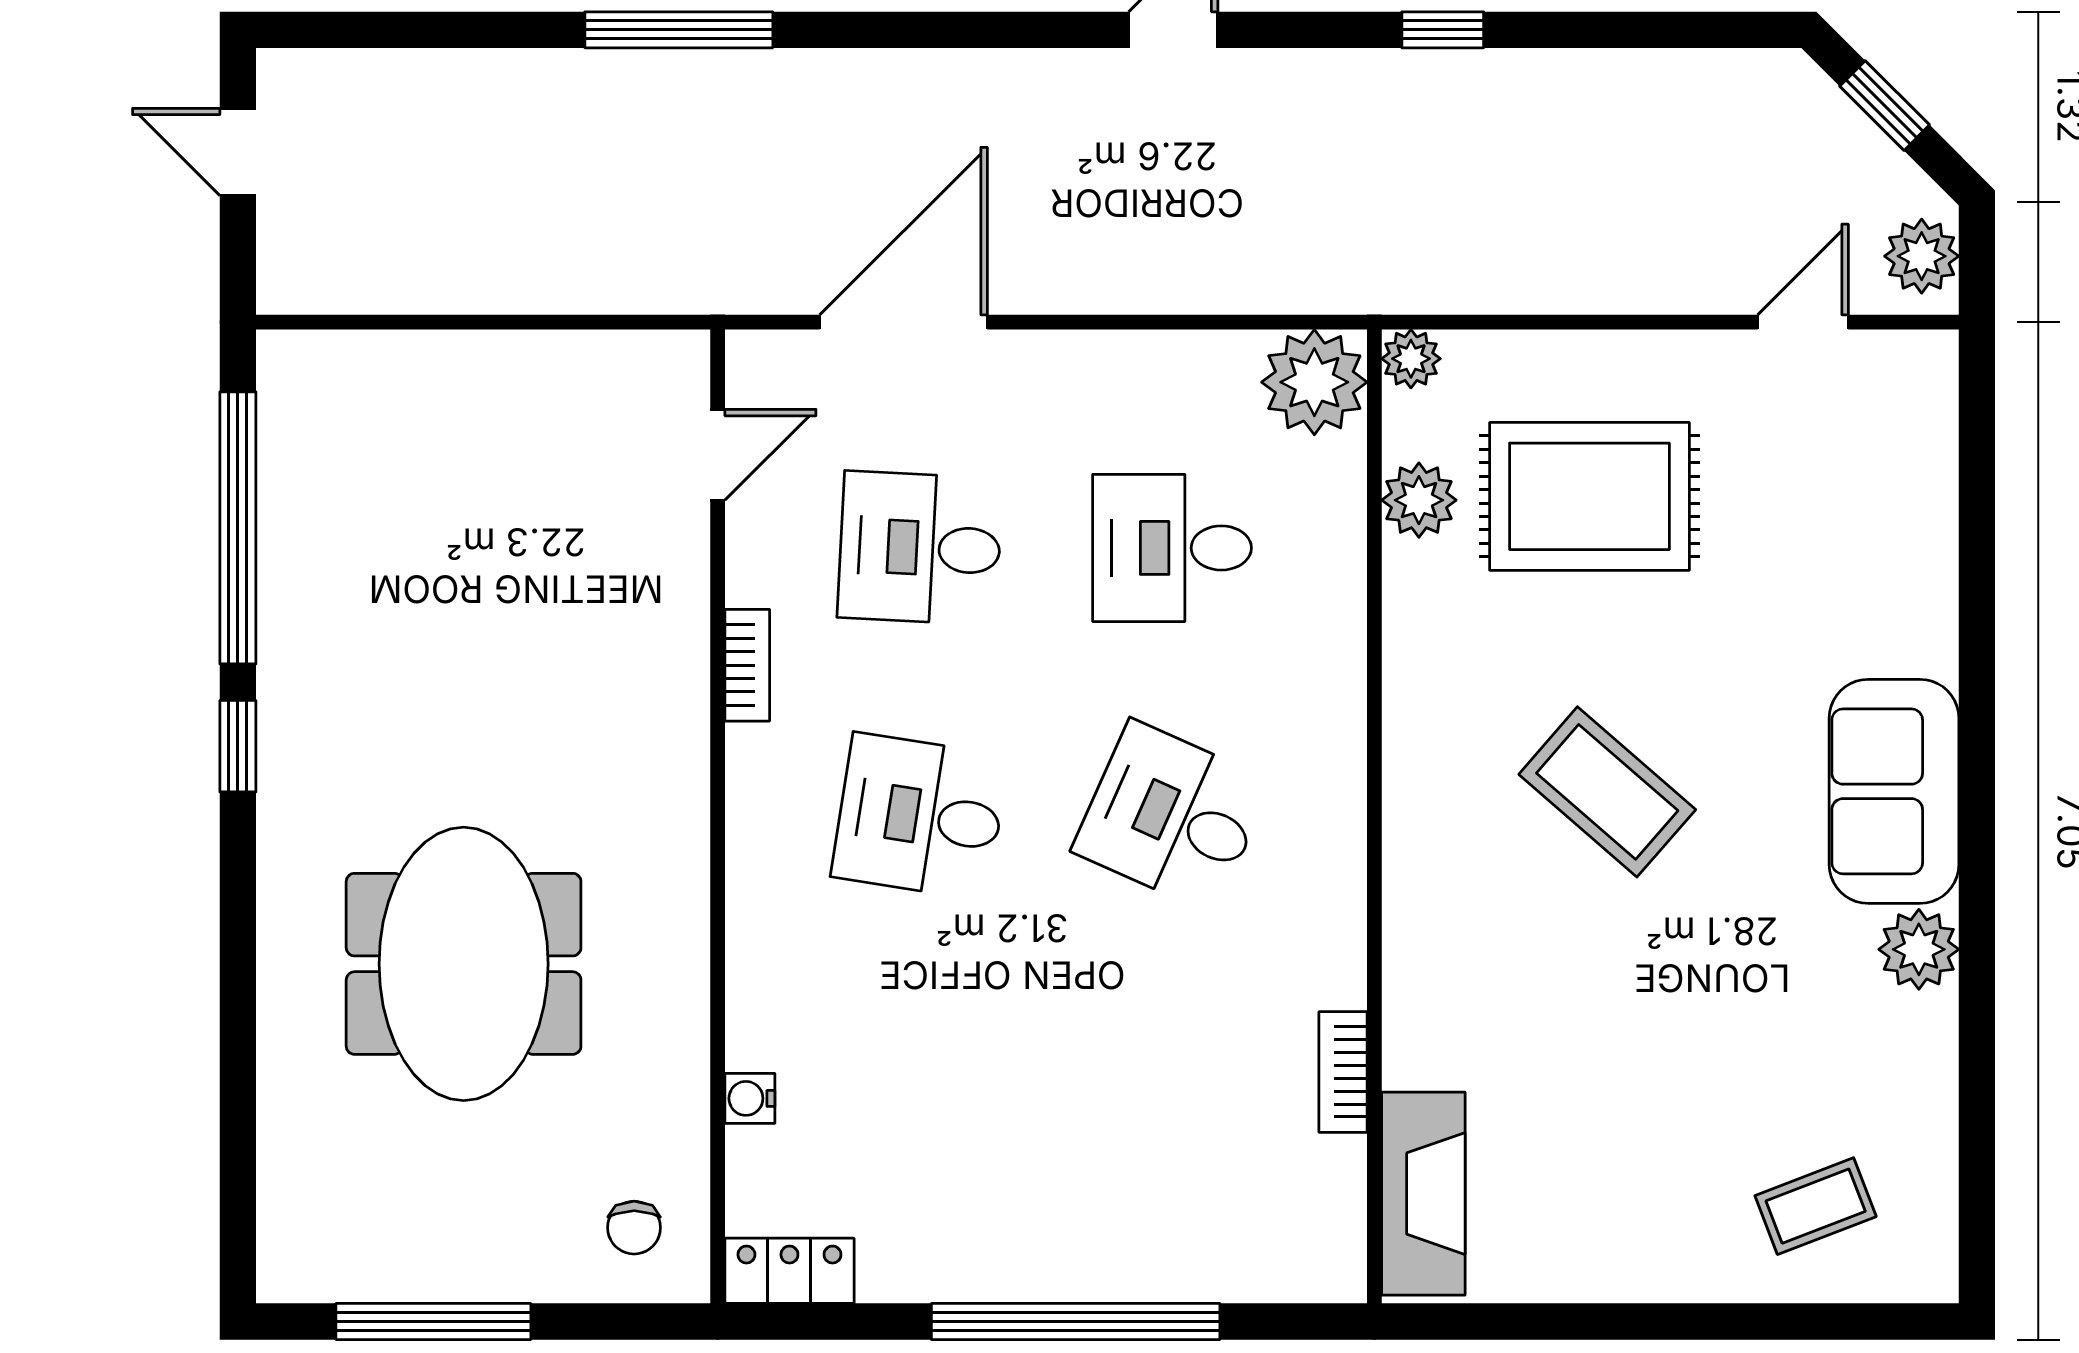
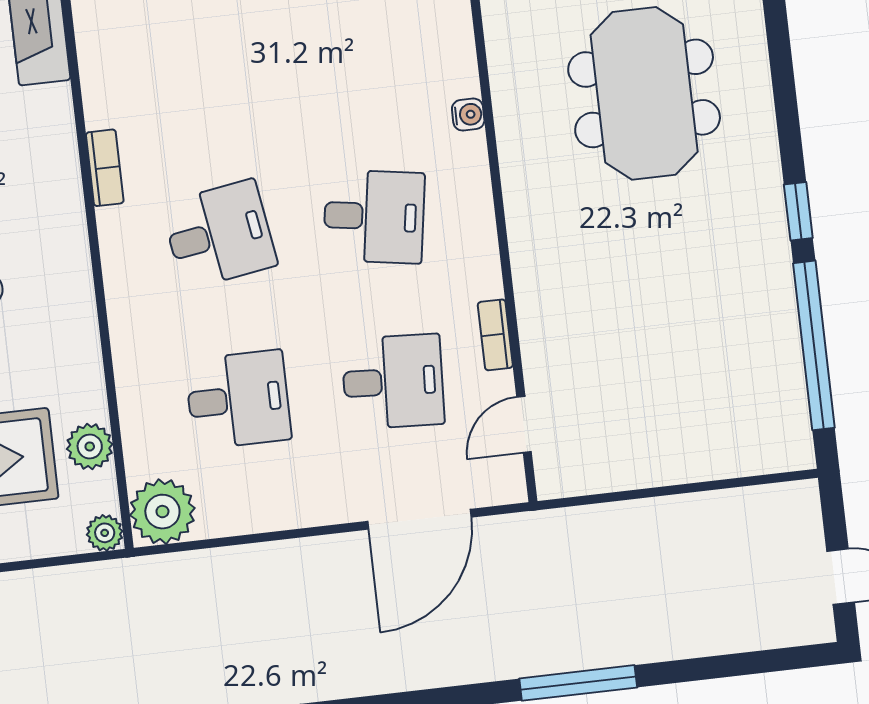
bookcase: (747, 665) -> (495, 335), moved
desk: (1172, 816) -> (219, 234), turned -33
bookcase: (1343, 1072) -> (105, 168), moved
water cooler: (750, 1098) -> (468, 115), moved

